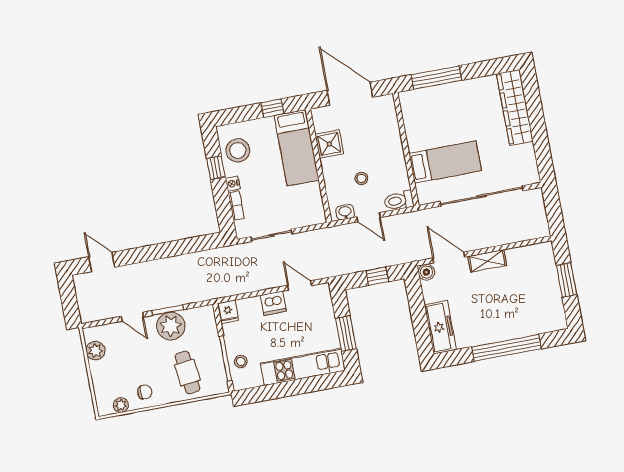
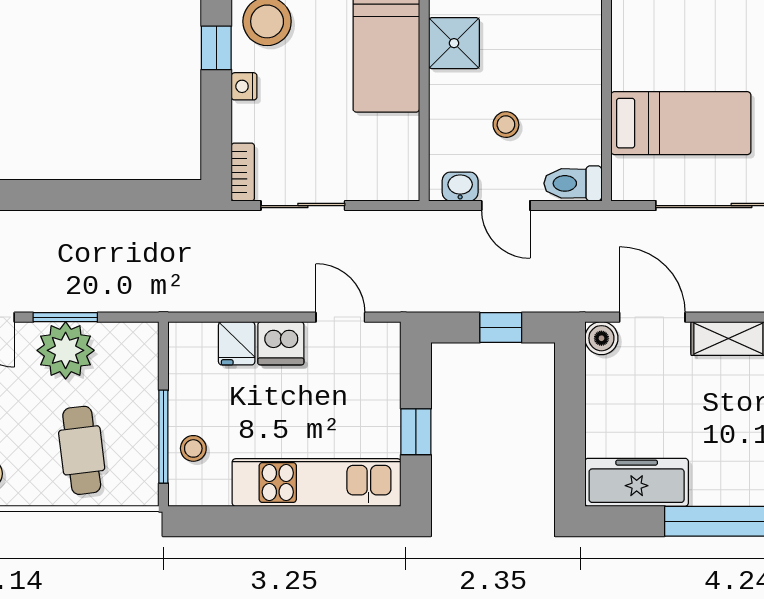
bookcase: (236, 206) -> (243, 172), moved
fridge: (228, 312) -> (237, 343), moved
freezer: (440, 327) -> (637, 482), moved, turned -90
window: (346, 334) -> (416, 432), width x0.67

